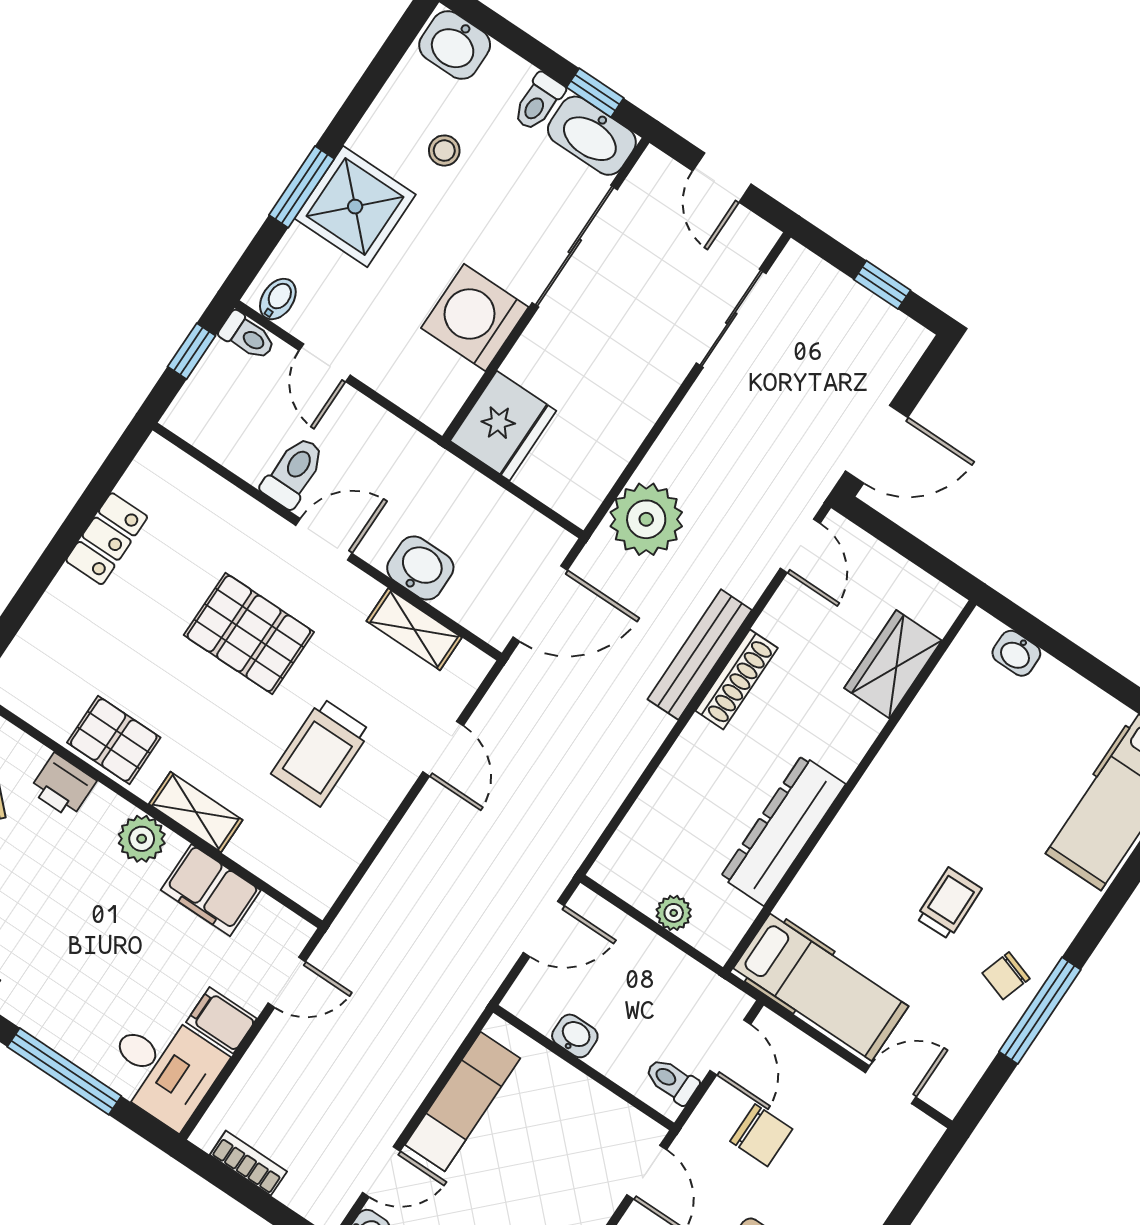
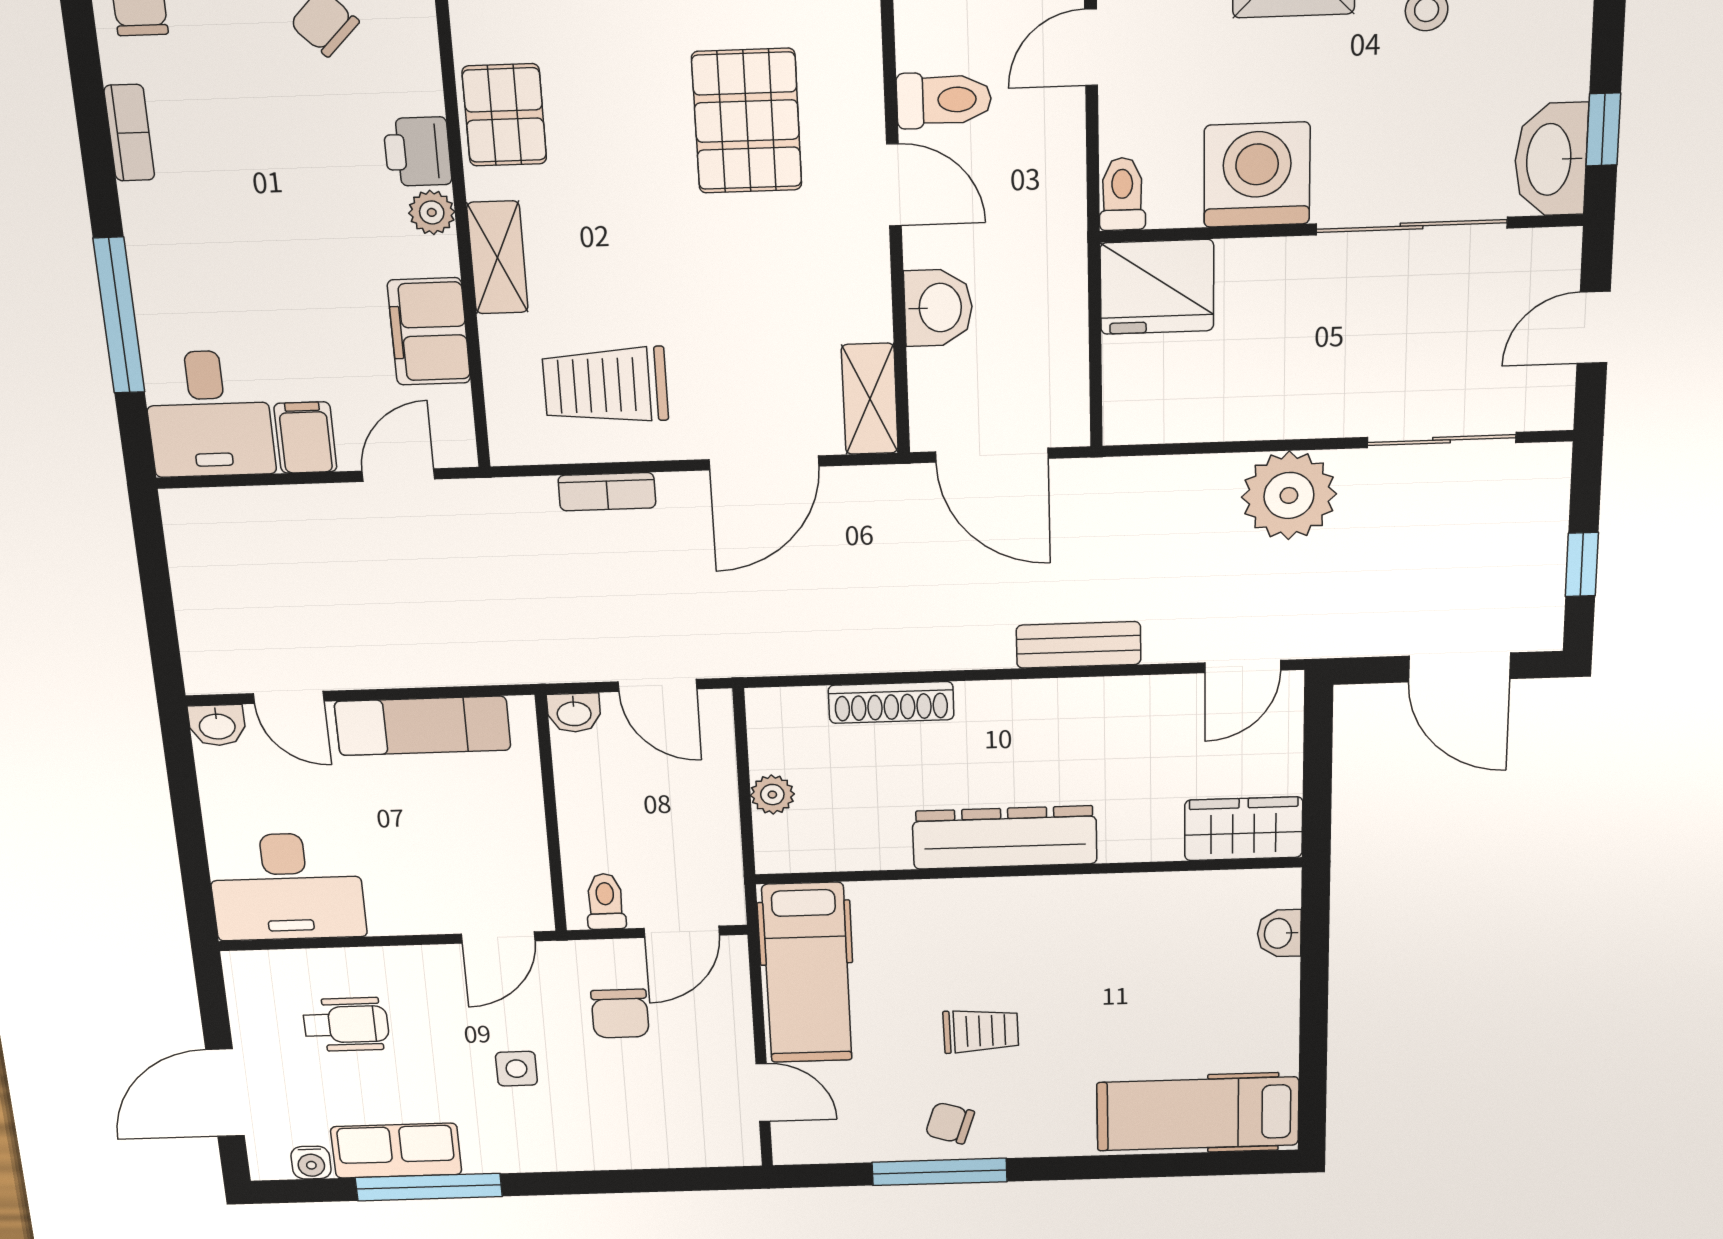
toilet: (538, 102) -> (1122, 194), moved, turned 90
door: (877, 444) -> (1459, 667), moved
plant: (646, 519) -> (1289, 495), moved
shelving: (414, 629) -> (870, 399), moved
pallet: (249, 633) -> (747, 121), moved
bench: (700, 655) -> (1079, 645), width x0.73
wardrobe: (893, 664) -> (1244, 829), moved
shoe rack: (737, 679) -> (891, 702), moved
door: (443, 749) -> (764, 463), width x1.38
trolley: (321, 752) -> (605, 385), moved
printer: (63, 786) -> (417, 152), moved
dresser: (783, 830) -> (1005, 837), moved
plant: (142, 839) -> (432, 212), width x0.73, depth x0.73
door: (287, 982) -> (398, 475), swing flipped
washbasin: (575, 1036) -> (574, 713), moved, turned 90
bookcase: (248, 1163) -> (607, 492), moved, turned 90

